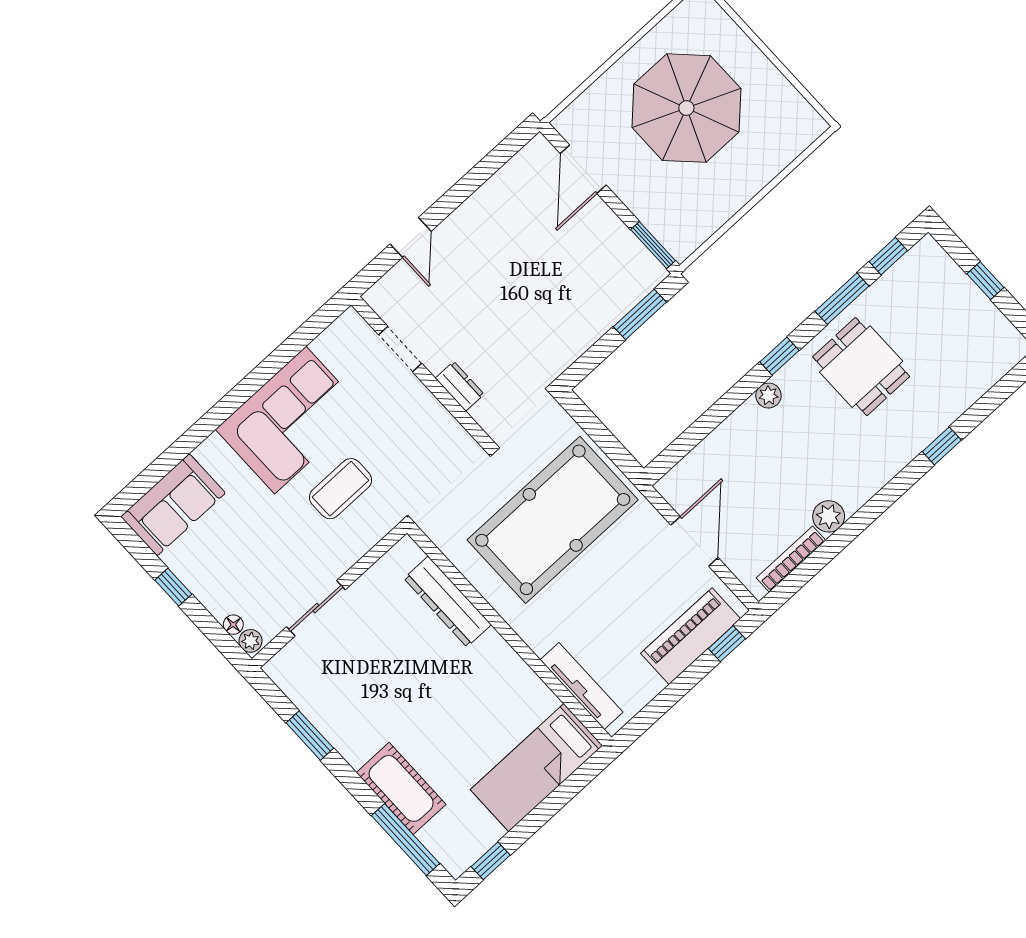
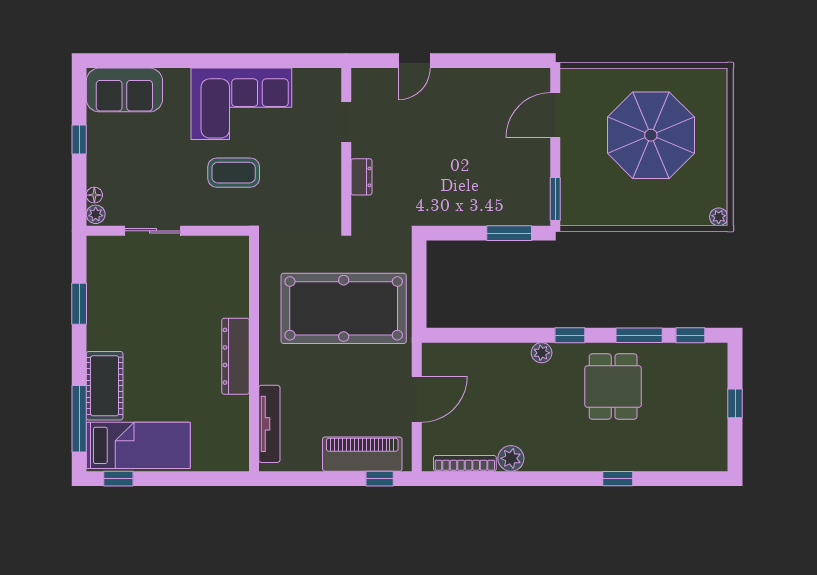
plant: (816, 126) -> (719, 217), added
dresser: (448, 602) -> (236, 356), moved
bed: (536, 768) -> (138, 445), moved, turned 180

